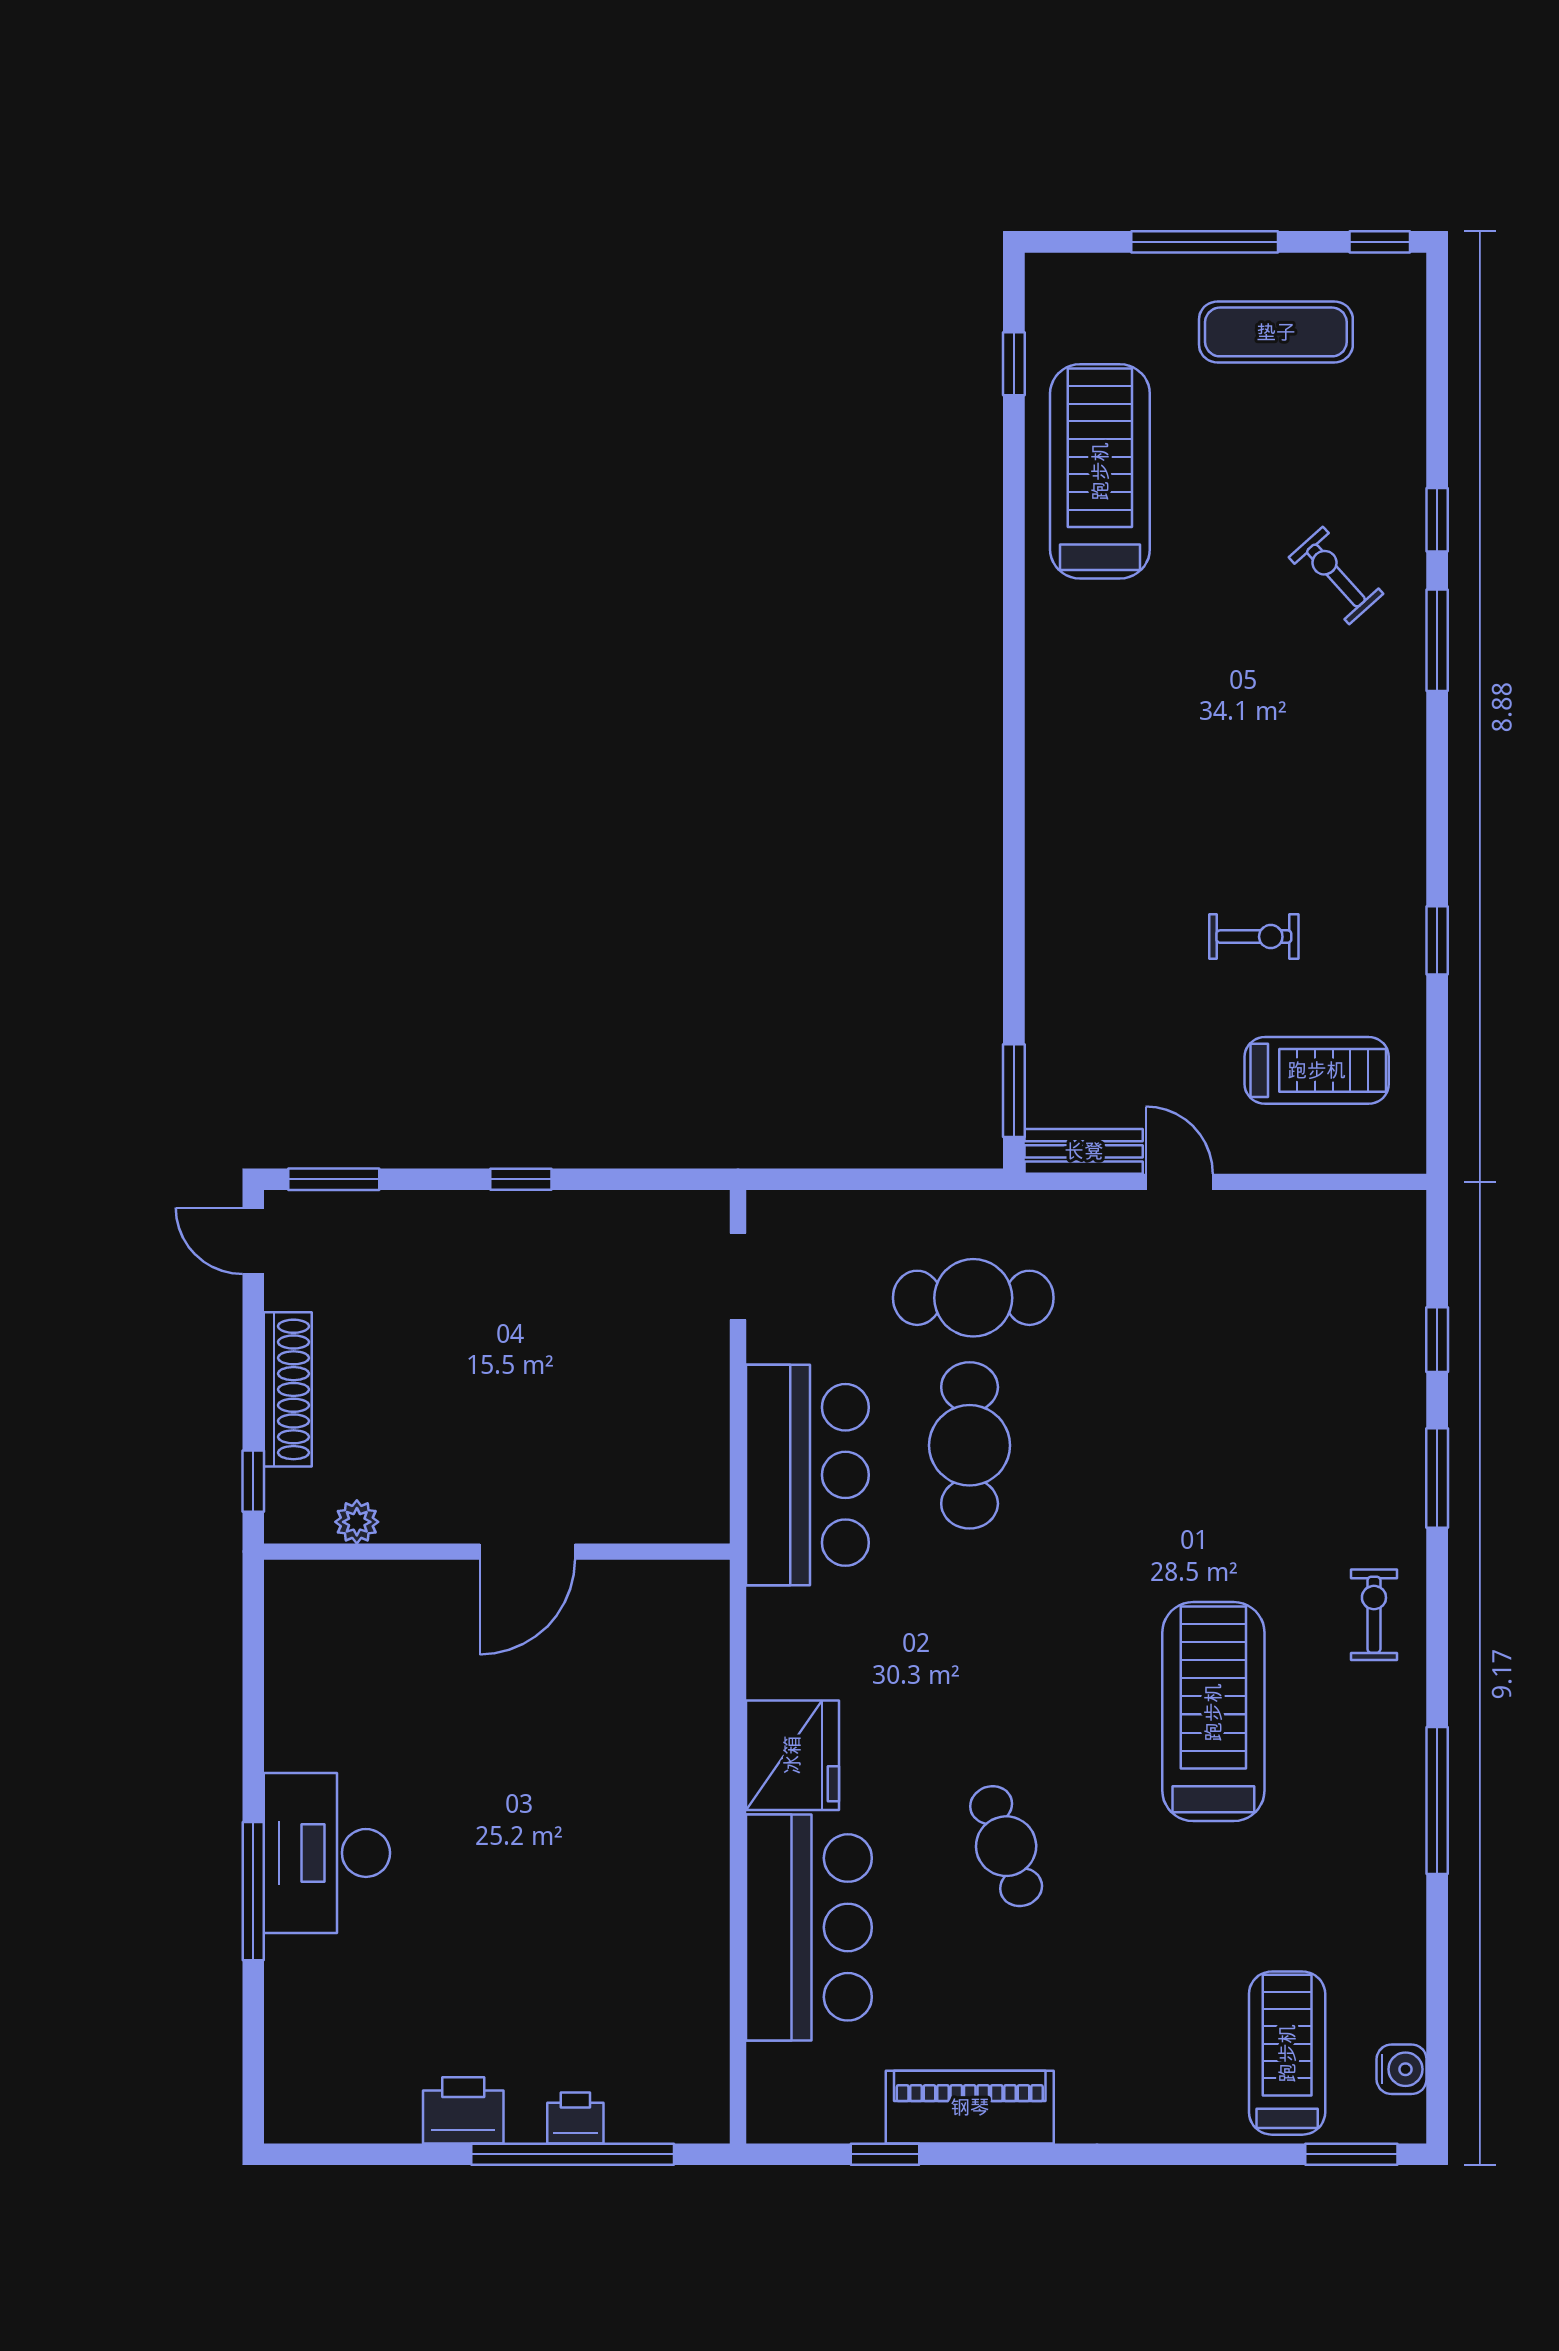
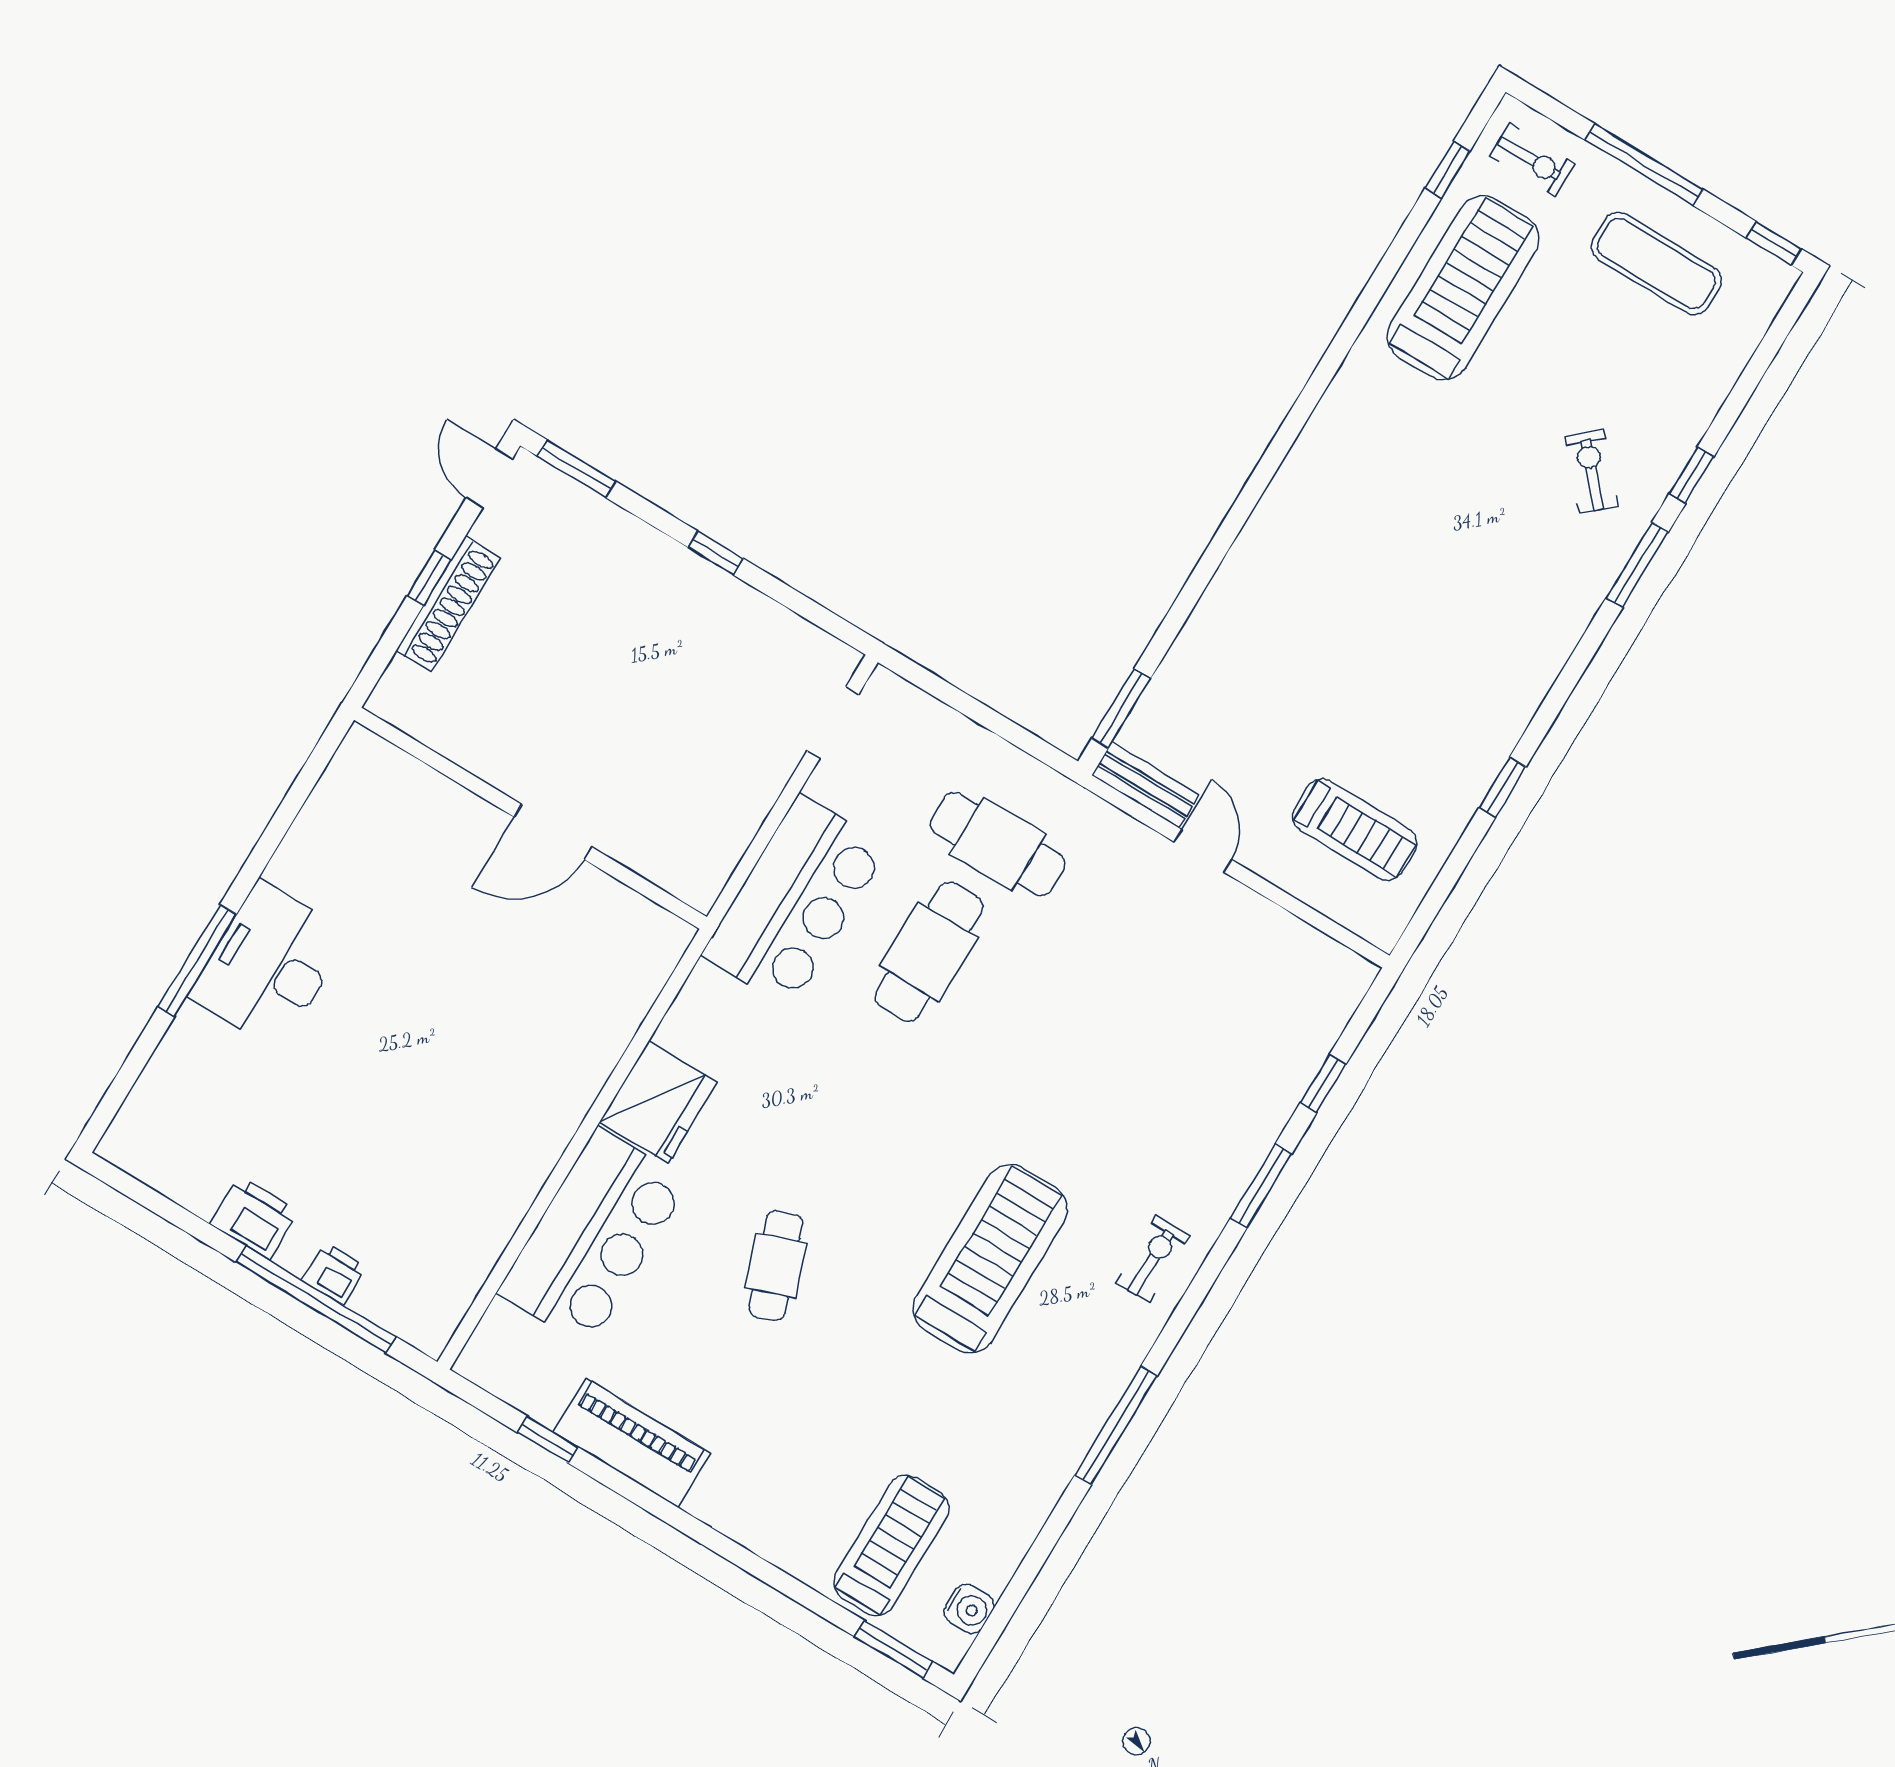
exercise bike: (1254, 937) -> (1532, 160), moved
window: (253, 1481) -> (429, 578), moved
plant: (357, 1522) -> (440, 733), removed

